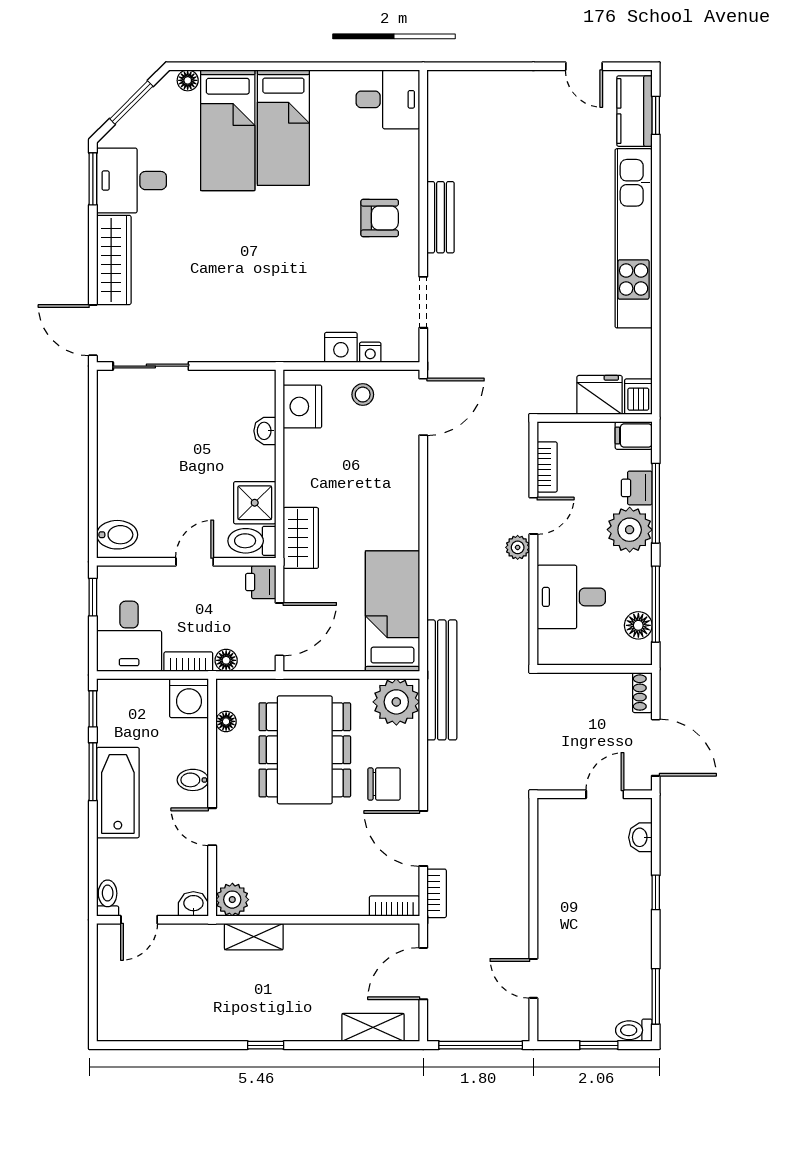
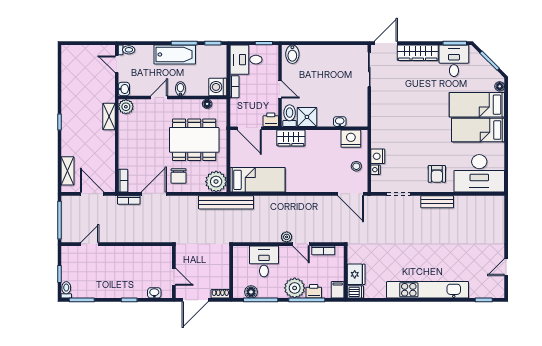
desk: (388, 99) -> (479, 173), width x1.87, depth x1.30
kitchen counter: (634, 111) -> (486, 290), removed
floor lamp: (226, 660) -> (235, 104), removed

